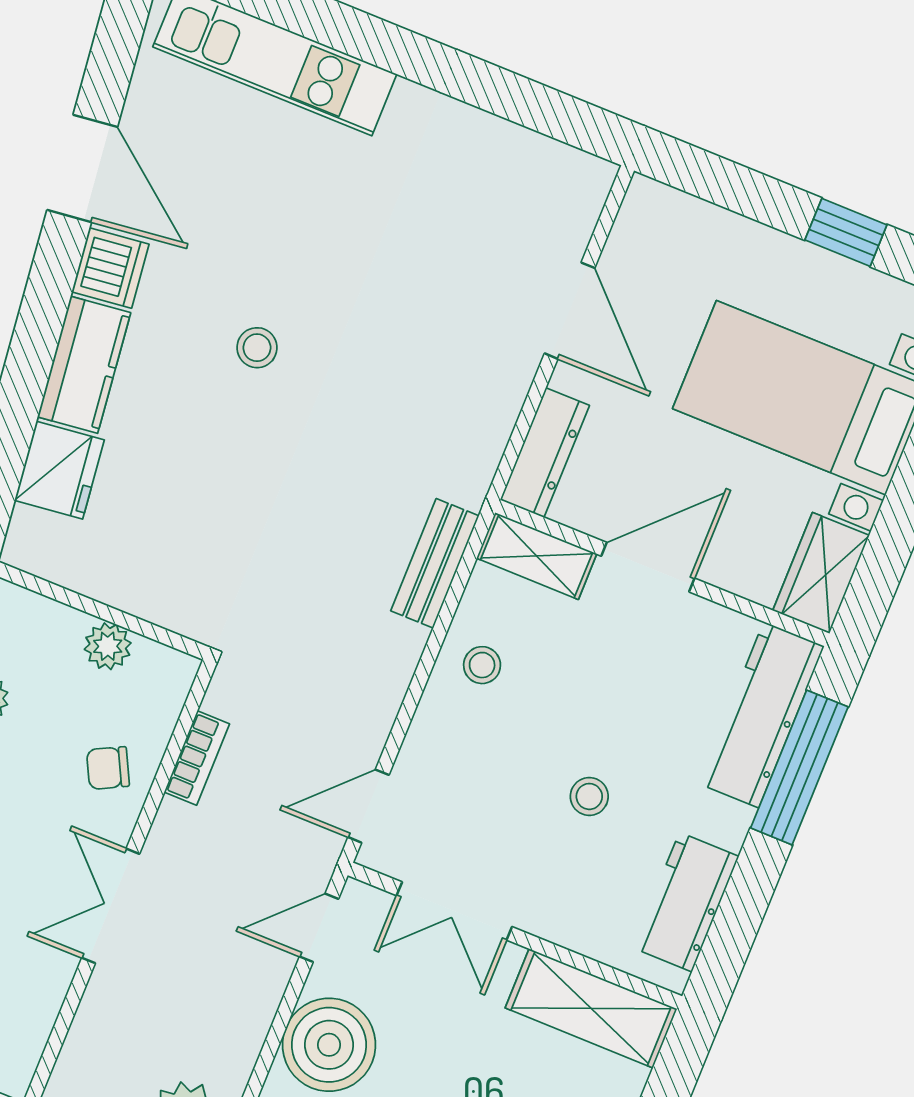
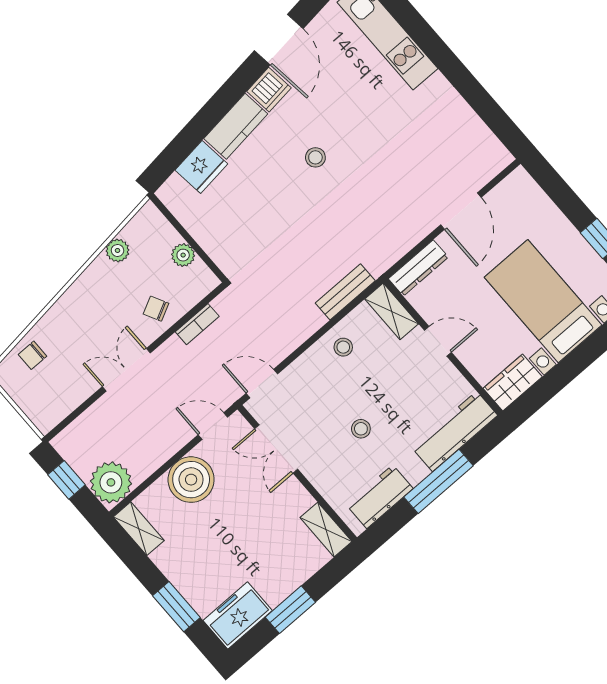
door: (648, 567) -> (438, 341), width x0.73
window: (799, 767) -> (439, 481), moved
shelving: (591, 1008) -> (326, 530), width x0.67, depth x0.75

